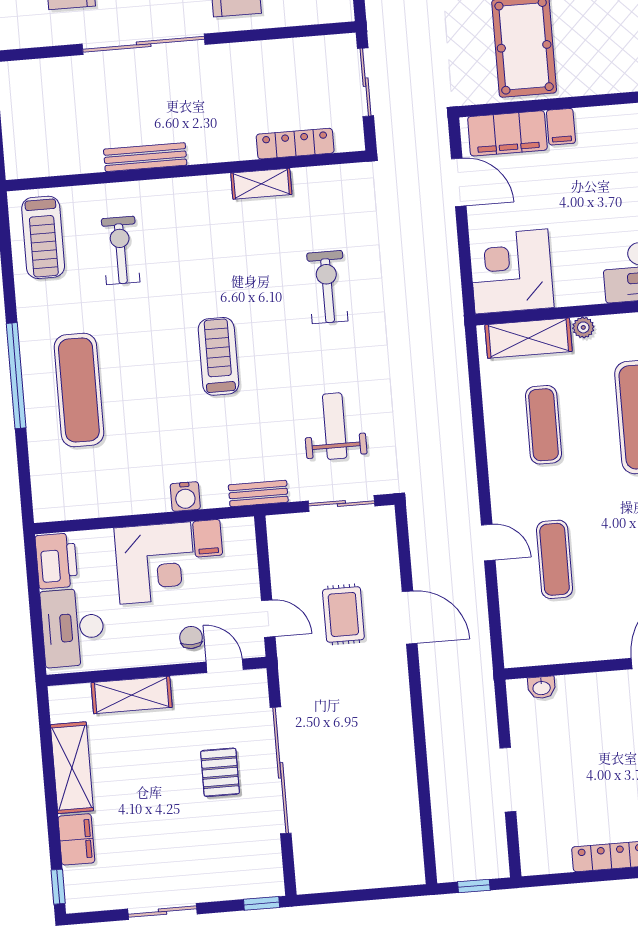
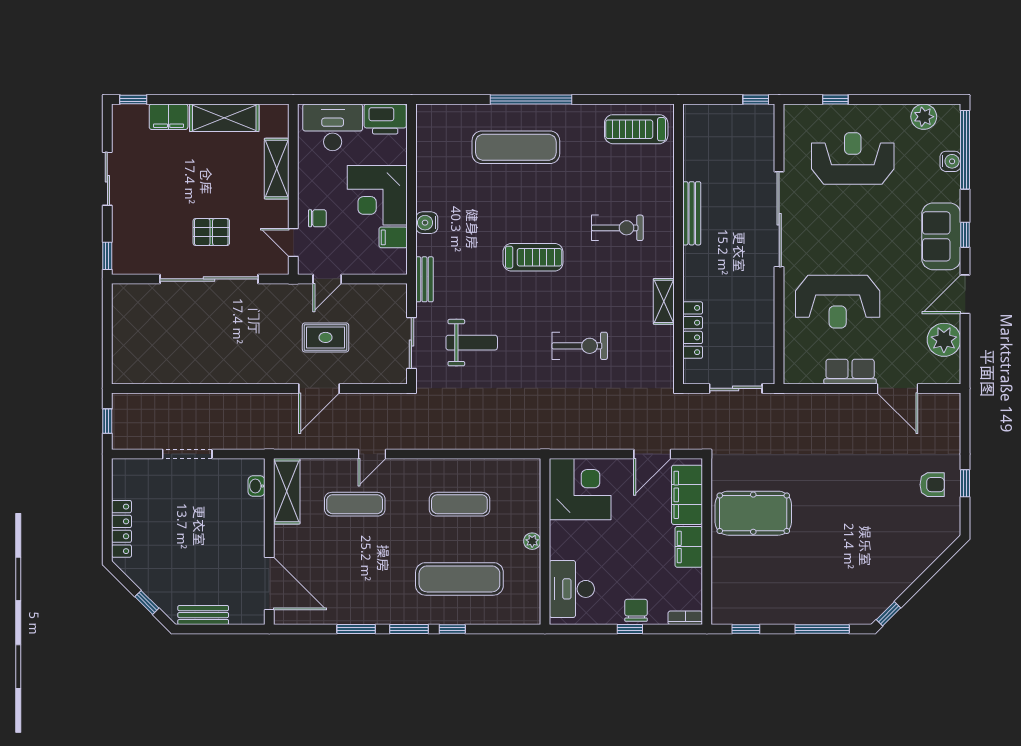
filing cabinet: (561, 127) -> (689, 547), width x2.00
exercise bike: (121, 250) -> (617, 228), moved
shelving: (528, 338) -> (287, 491), moved
door: (225, 666) -> (293, 242), swing flipped

